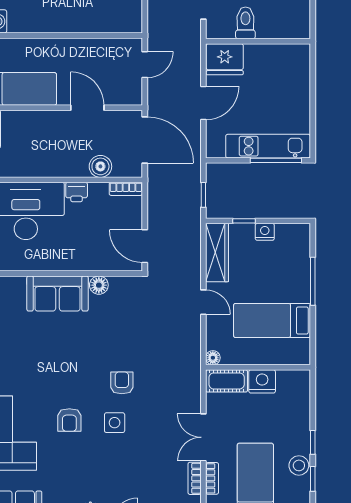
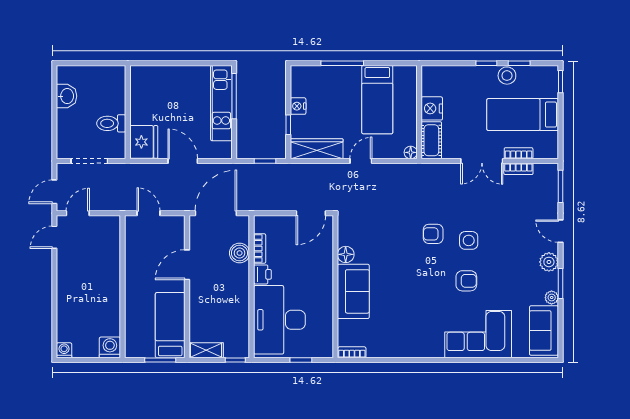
bookcase: (126, 189) -> (260, 249), moved

